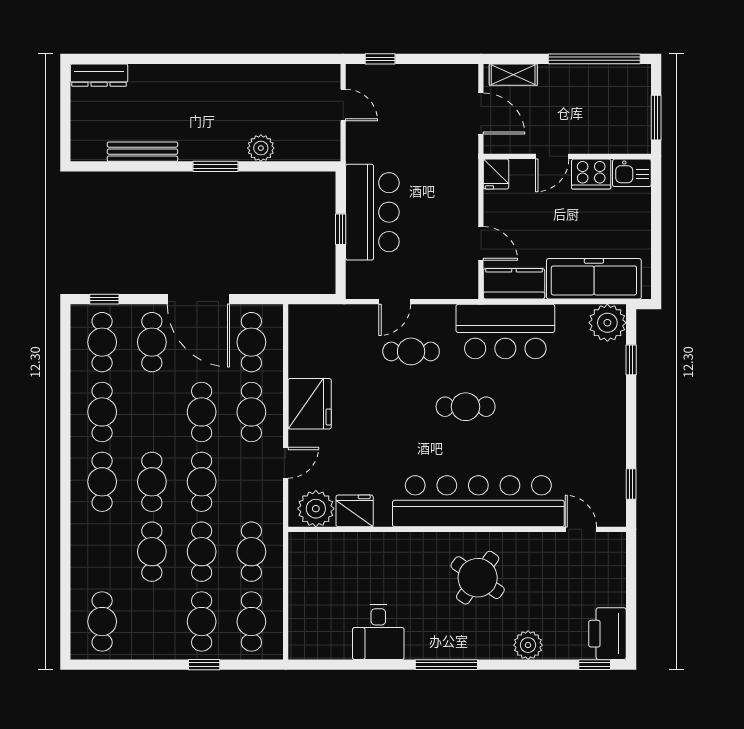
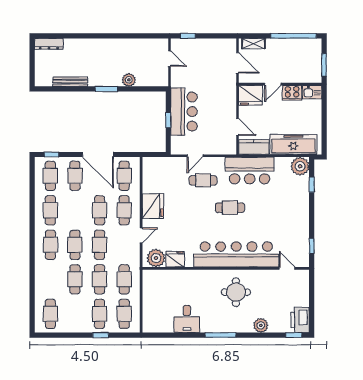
fridge: (496, 174) -> (251, 95), width x1.88, depth x1.34
round table: (478, 578) -> (236, 292), turned -35

